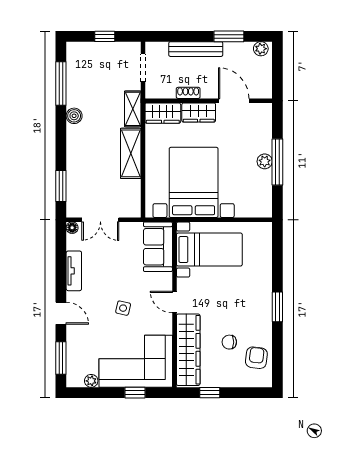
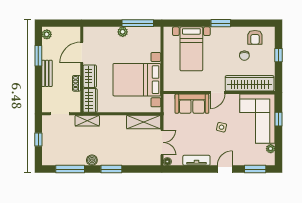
bench: (196, 49) -> (47, 73), width x0.73
shelving: (131, 153) -> (144, 122), moved
window: (277, 162) -> (138, 23), moved
window: (61, 186) -> (111, 169), moved
sofa: (158, 247) -> (192, 104), moved
bed with nightstands: (209, 250) -> (191, 49), moved, turned 180
armchair: (256, 358) -> (255, 37), turned -97
window: (210, 393) -> (279, 55), moved

